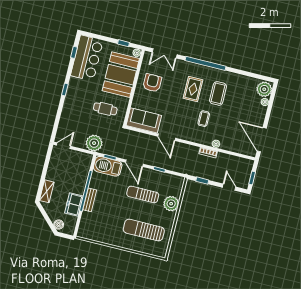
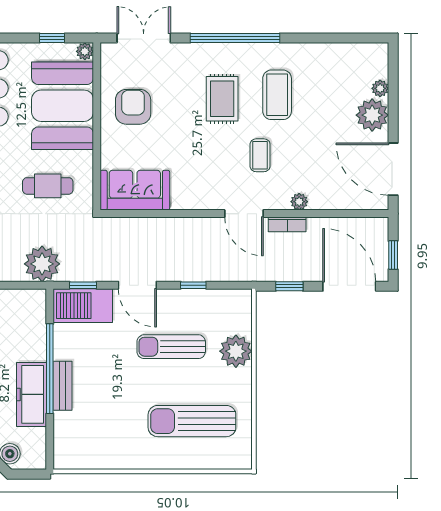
double door: (165, 53) -> (144, 38), swing flipped
plant: (264, 89) -> (372, 115), moved
door: (167, 137) -> (244, 214), moved
door: (229, 187) -> (349, 286), width x1.87
freezer: (74, 204) -> (31, 394), width x1.40

